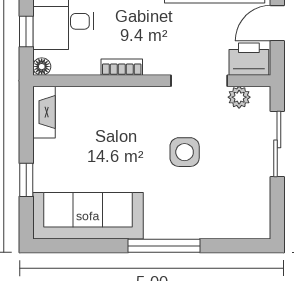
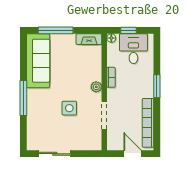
printer: (249, 59) -> (115, 140), removed
plant: (239, 97) -> (96, 87), moved
sliding door: (277, 144) -> (55, 154), moved
window: (26, 180) -> (56, 30), width x2.17

